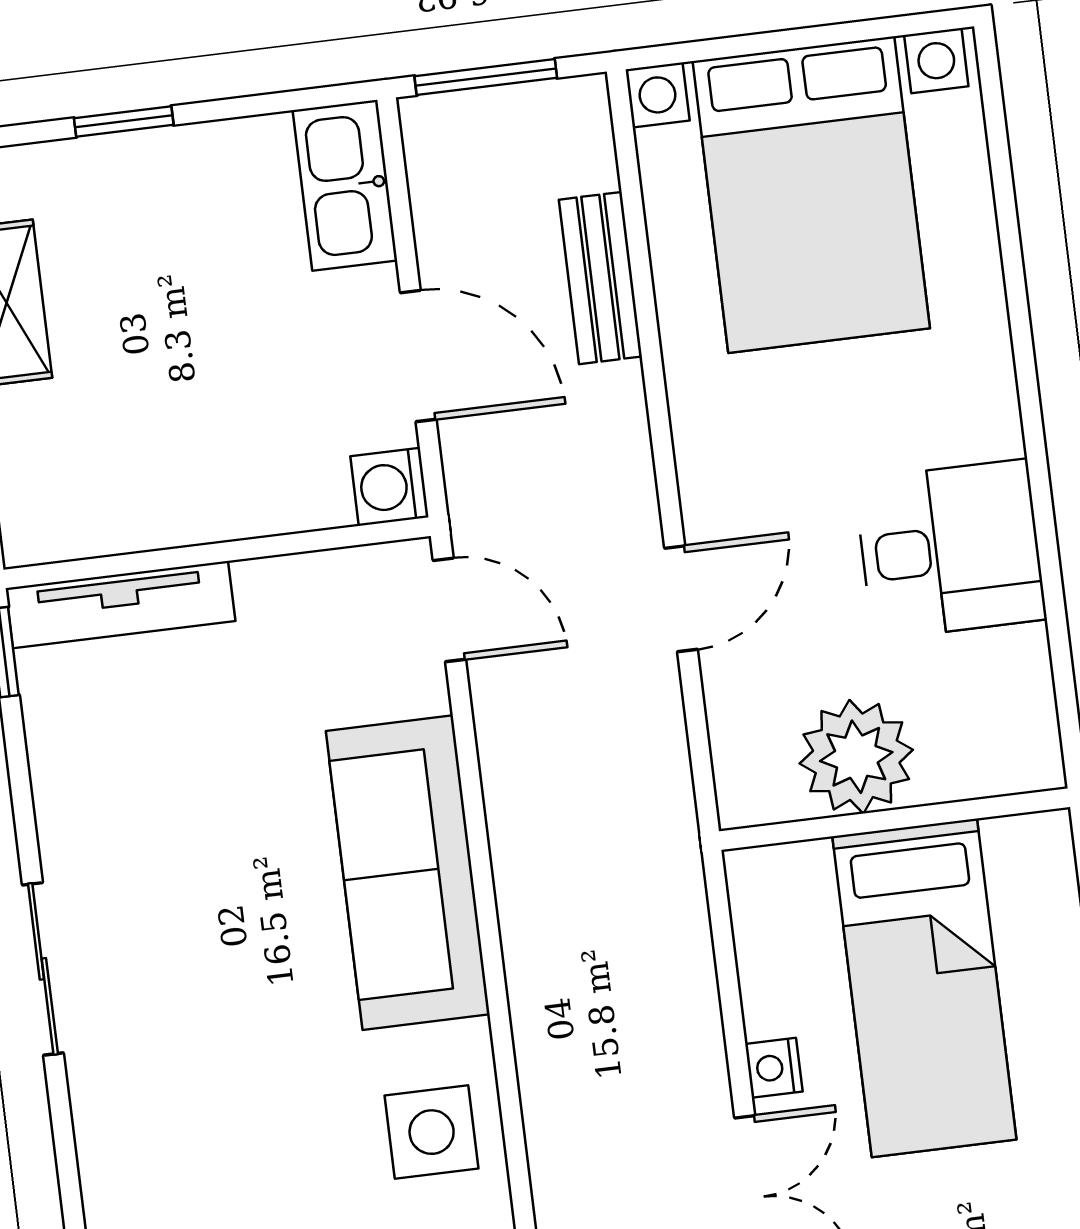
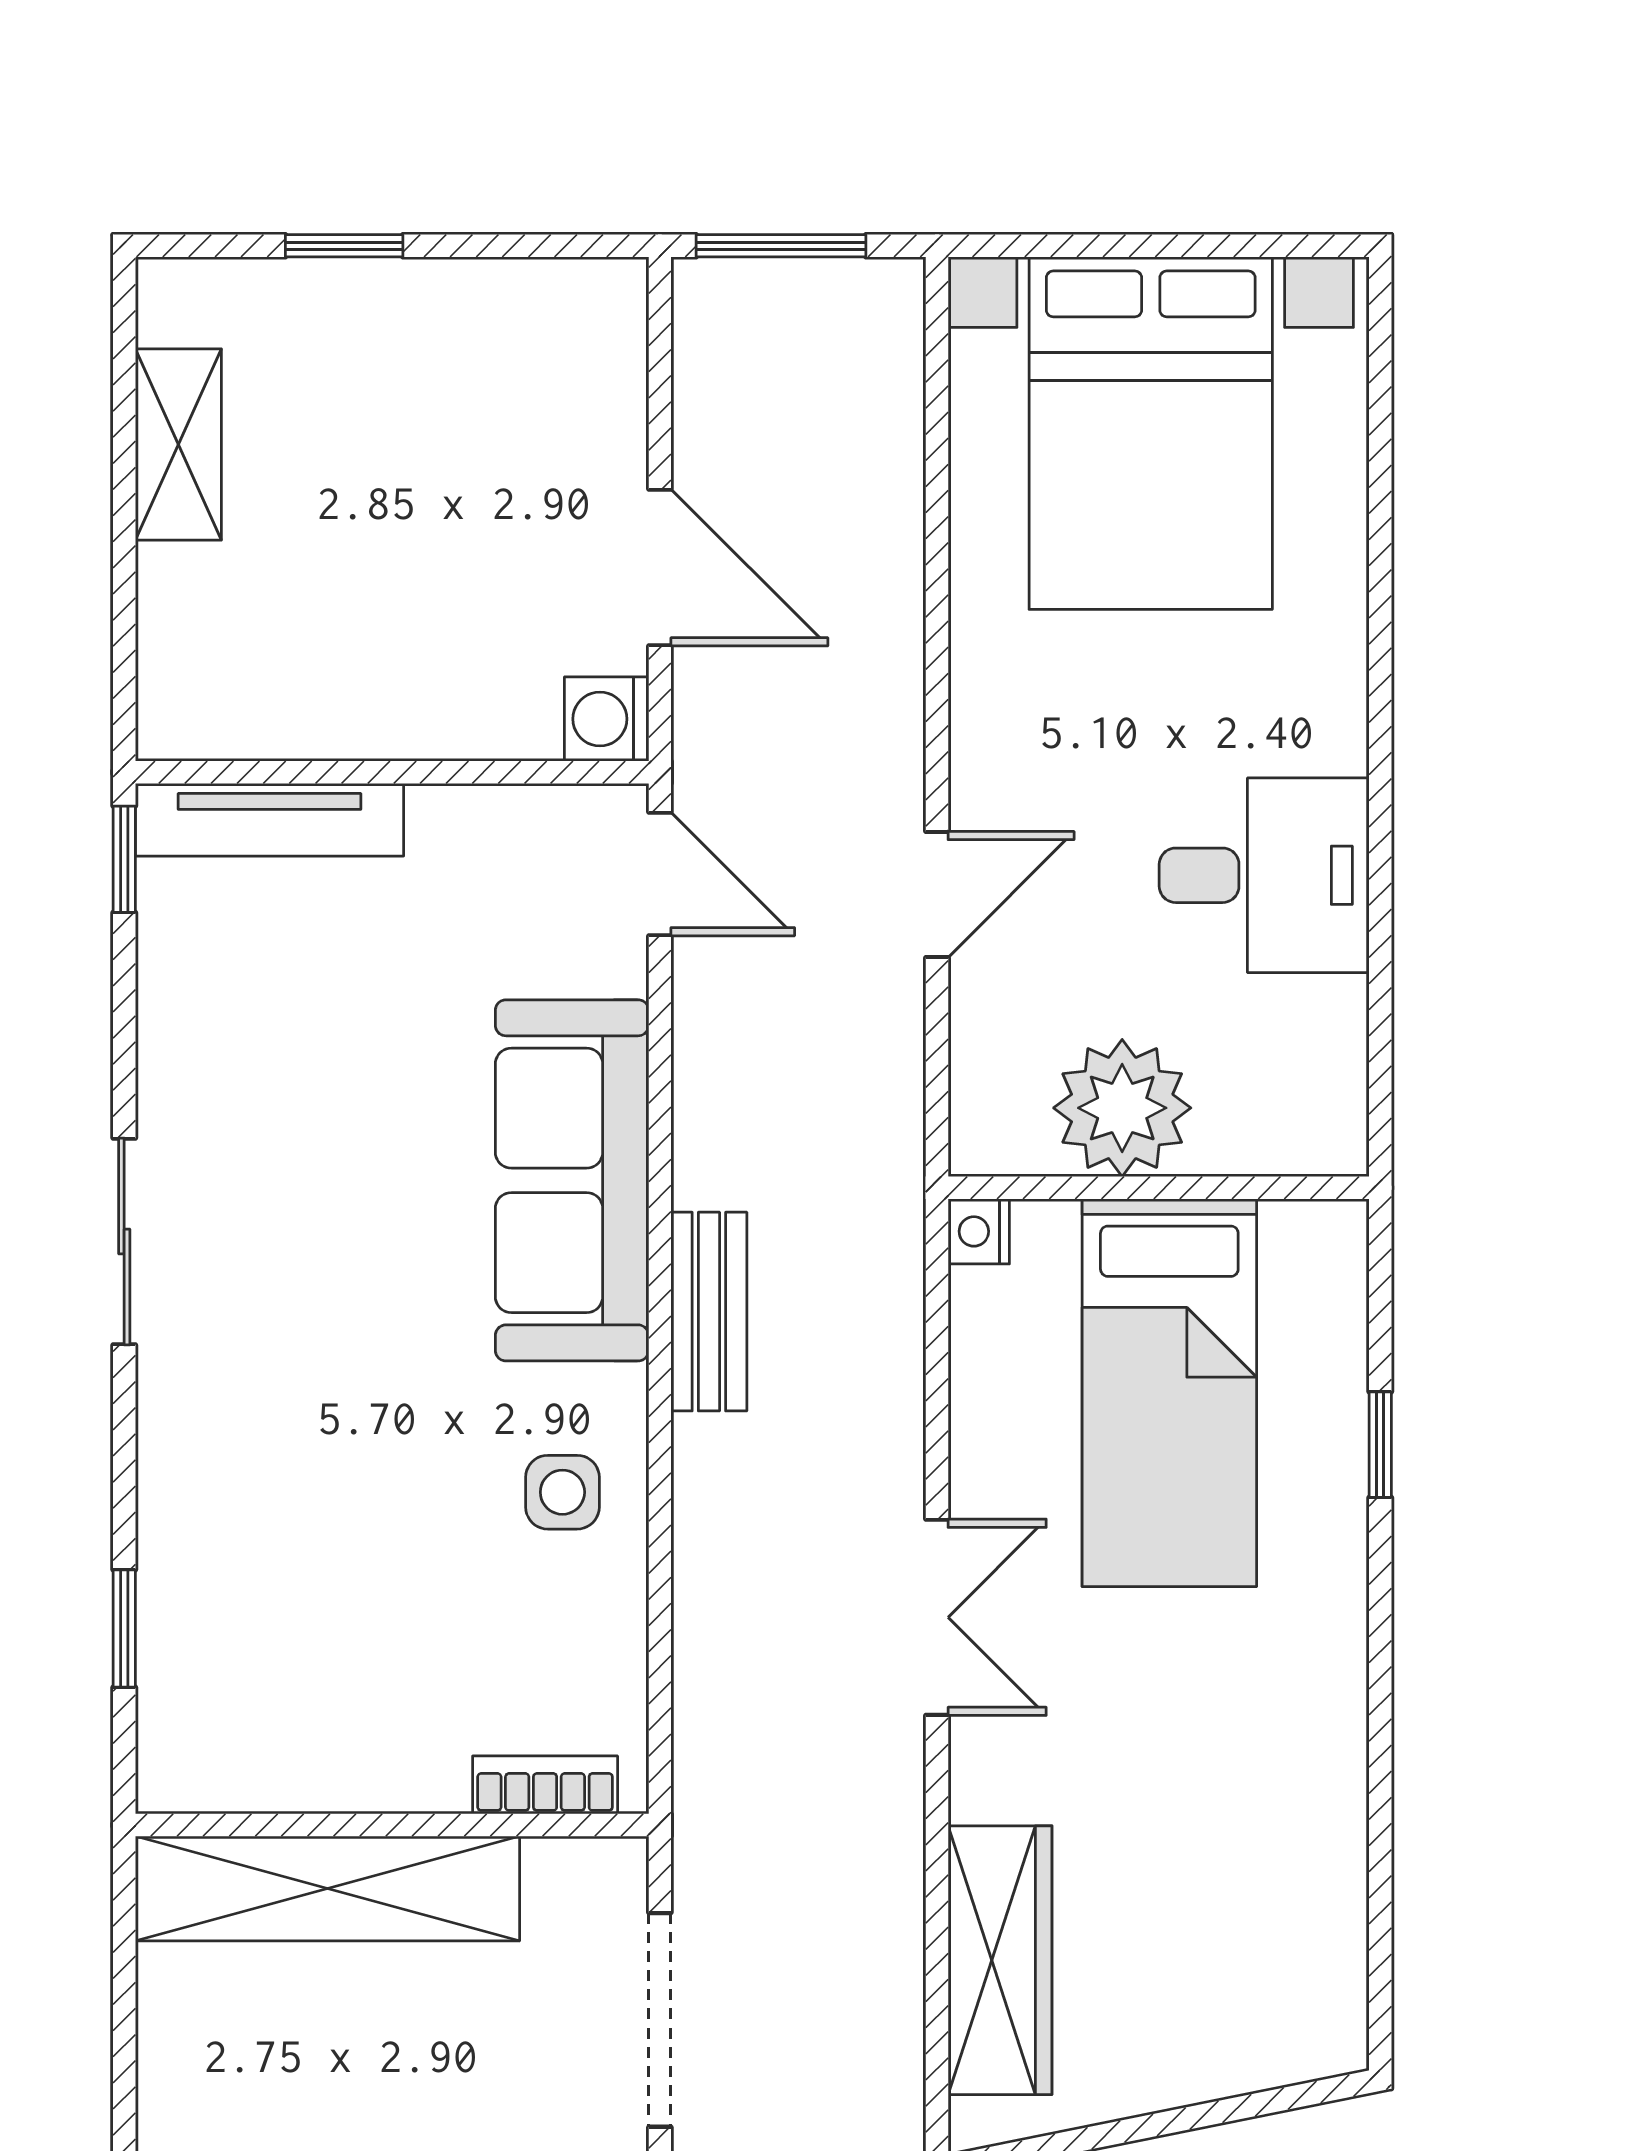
kitchen sink: (345, 185) -> (598, 354), removed
bench: (600, 278) -> (709, 1312), moved
nightstand: (774, 1068) -> (979, 1231), moved
side table: (432, 1132) -> (562, 1492), width x0.73, depth x0.73

